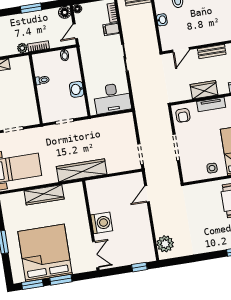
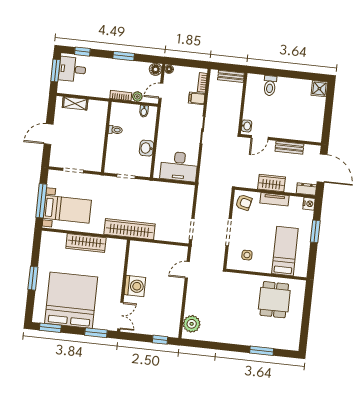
washbasin: (162, 20) -> (246, 126), moved
plant: (22, 48) -> (137, 97), moved
armchair: (183, 115) -> (244, 202), turned -76
side table: (212, 168) -> (247, 255), moved
window: (61, 280) -> (96, 333), moved

